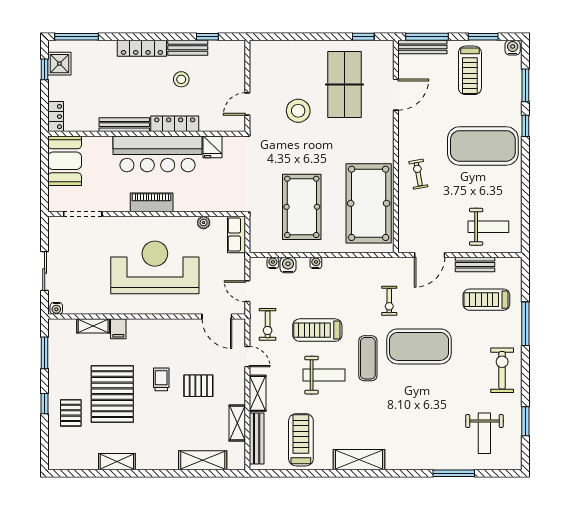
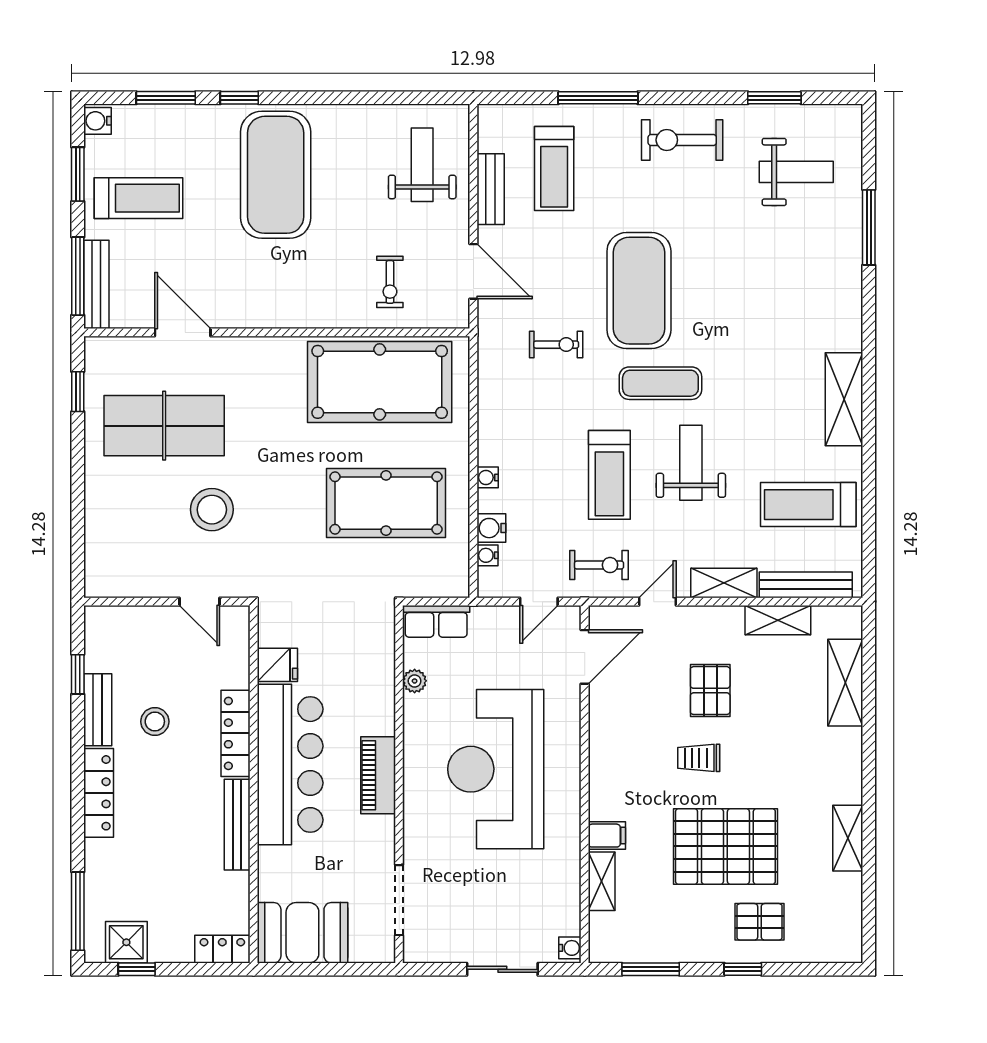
exercise bike: (418, 174) -> (390, 282), moved, turned -80

